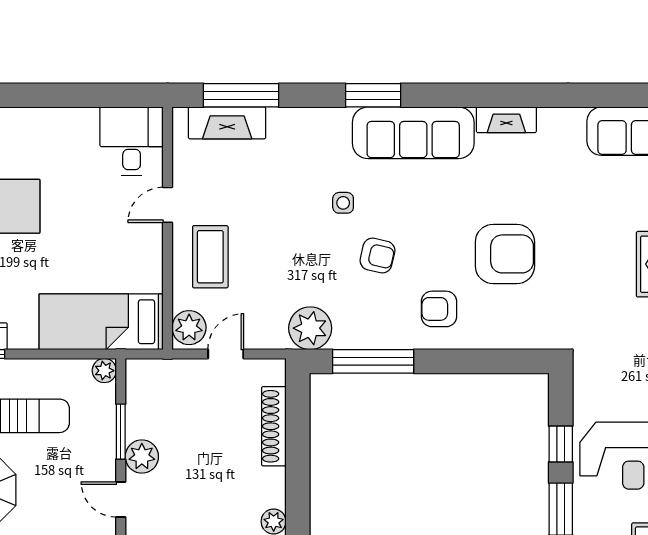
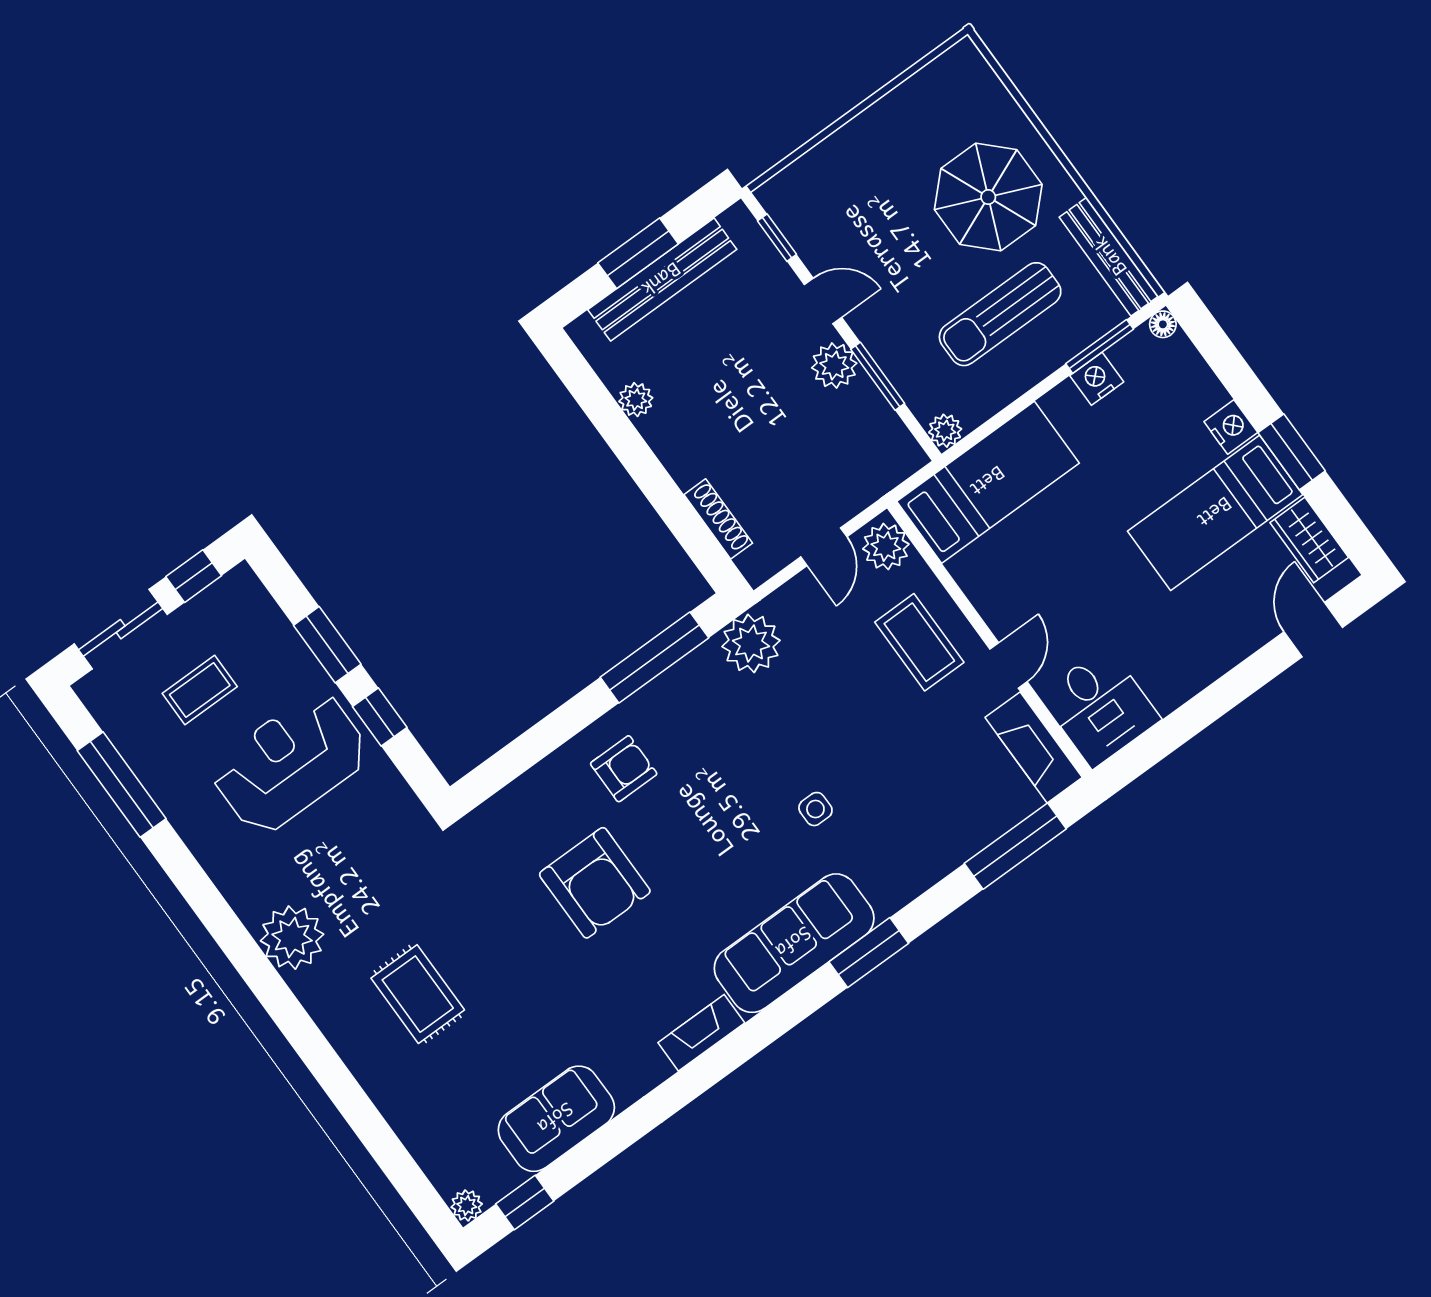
fireplace: (227, 123) -> (1034, 747), moved, turned -90
armchair: (505, 254) -> (595, 883), turned -90
armchair: (377, 256) -> (735, 778), removed
shoe rack: (274, 426) -> (718, 519), width x0.74, depth x0.81

